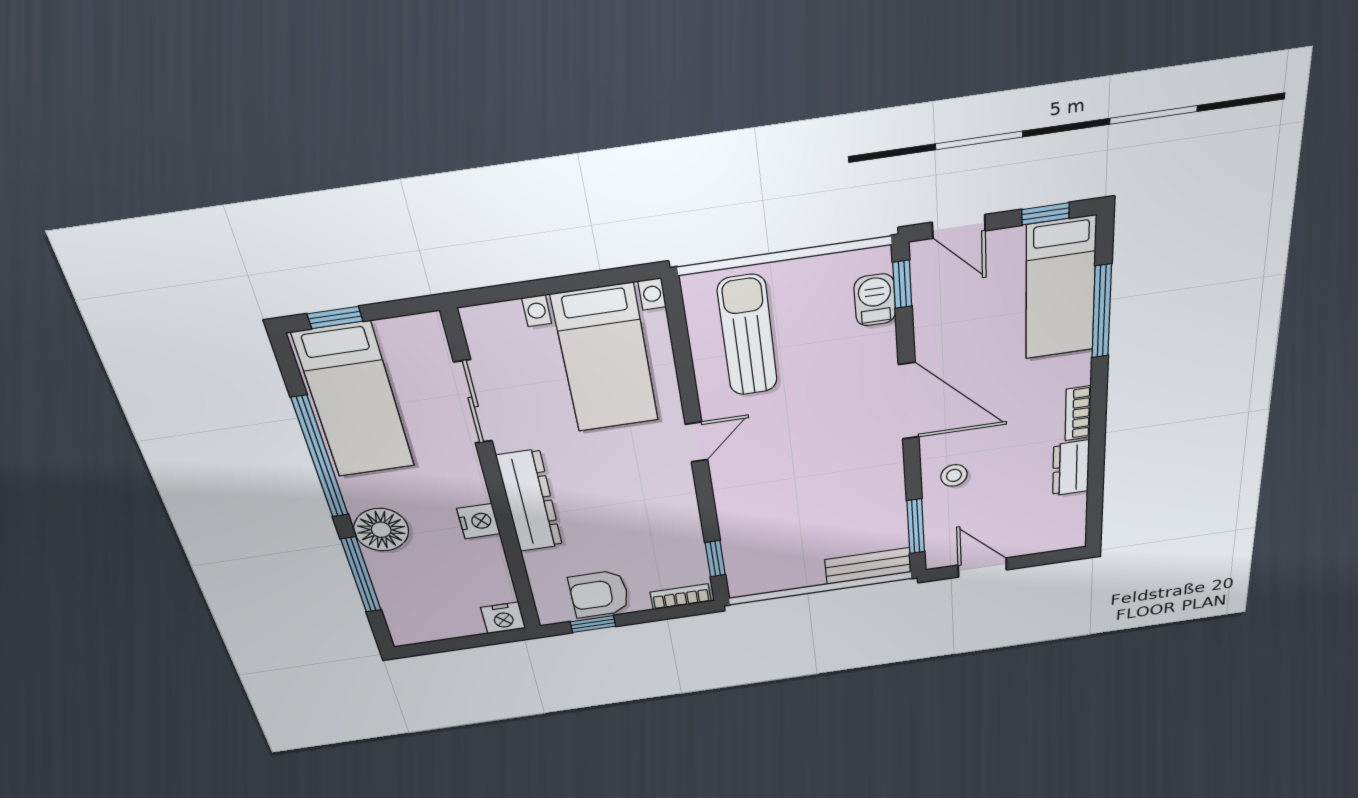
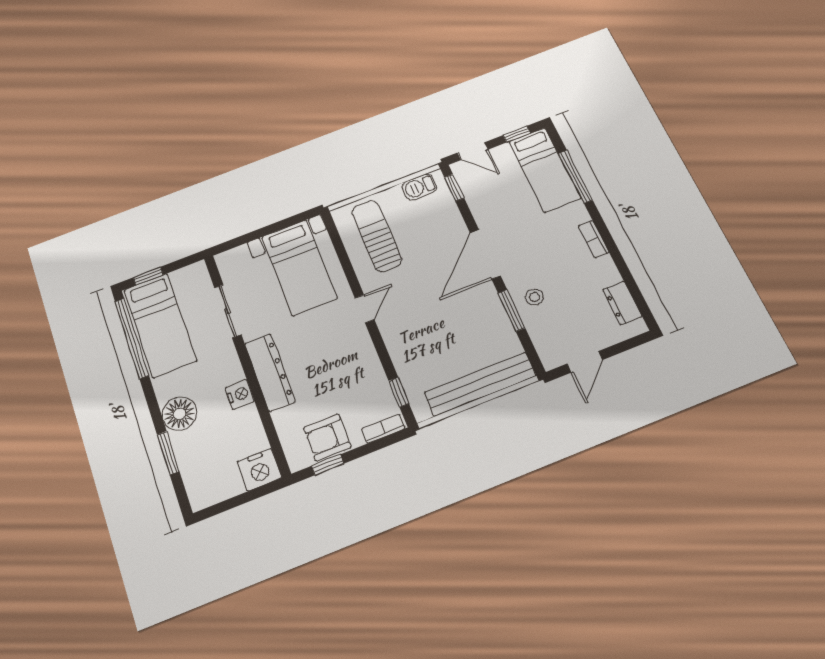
barbecue: (875, 300) -> (419, 187), moved, turned -90
door: (909, 401) -> (485, 254), swing flipped
window: (320, 457) -> (132, 338), moved
dresser: (1071, 468) -> (622, 303), moved
window: (916, 526) -> (511, 310), moved
bench: (868, 566) -> (480, 384), width x1.86, depth x1.21
door: (982, 568) -> (585, 362), swing flipped
window: (361, 575) -> (168, 453), width x0.69
nightstand: (503, 618) -> (259, 470), width x1.36, depth x1.33

